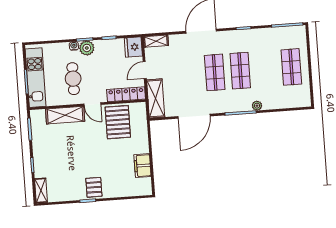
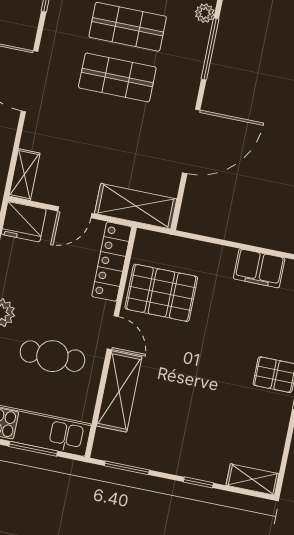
door: (145, 70) -> (75, 212), hinge flipped
door: (92, 104) -> (113, 333), hinge flipped
door: (194, 116) -> (191, 141), hinge flipped

